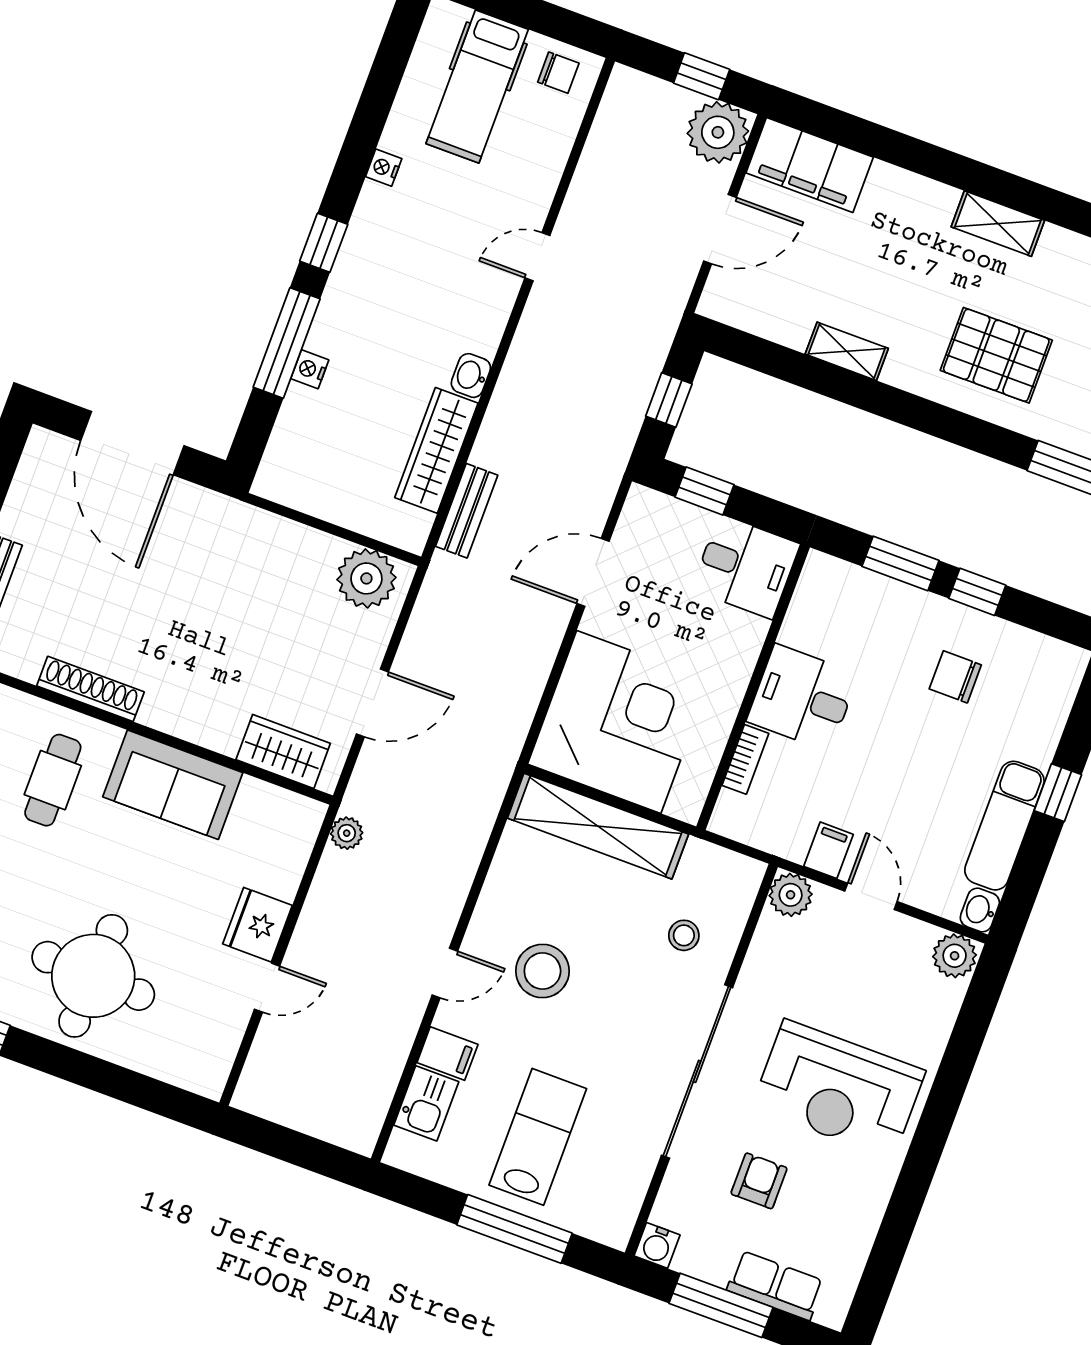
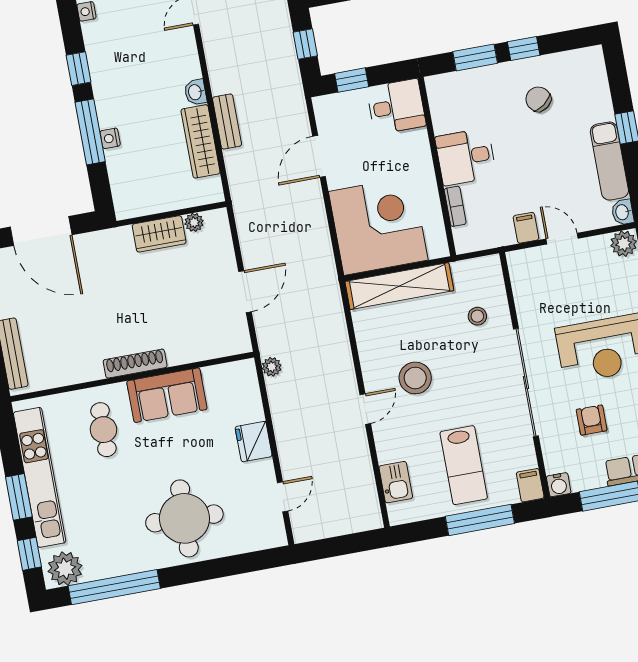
bench: (467, 511) -> (227, 122), moved
plant: (366, 578) -> (194, 222), width x0.53, depth x0.53
chair: (955, 677) -> (538, 99), turned 53
shoe rack: (90, 689) -> (135, 364), moved
wardrobe: (283, 751) -> (159, 234), moved, turned 180
plant: (791, 895) -> (520, 262), removed
door: (267, 988) -> (283, 497), moved
filing cabinet: (447, 1054) -> (530, 485), moved, turned -90
lab bench: (538, 1137) -> (464, 465), turned 180

